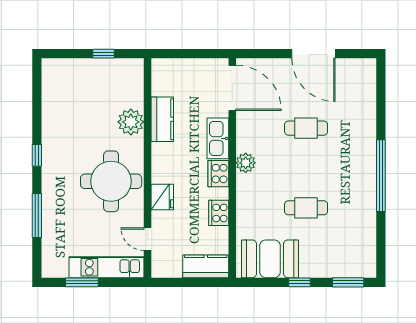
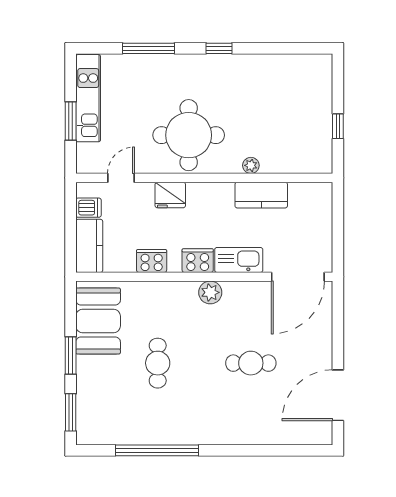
door: (313, 54) -> (338, 395), moved
plant: (131, 122) -> (251, 165), width x0.53, depth x0.53
cafe table: (306, 128) -> (251, 363), turned 90
window: (381, 176) -> (157, 450), moved
kitchen unit: (107, 267) -> (88, 98), moved
dishwasher: (173, 267) -> (88, 208), added
window: (82, 282) -> (71, 121), moved
window: (300, 282) -> (71, 355), width x1.50

